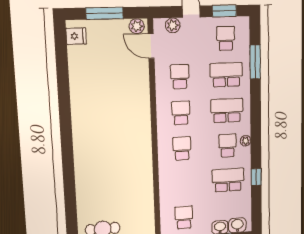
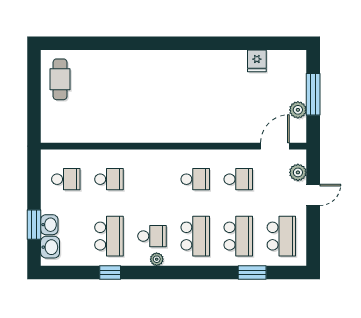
window: (224, 11) -> (313, 235), removed
plant: (137, 26) -> (298, 110), moved
fridge: (76, 36) -> (257, 61), moved
school desk: (226, 38) -> (281, 236), width x1.85
window: (255, 62) -> (252, 272), width x0.69
school desk: (182, 148) -> (109, 179), moved

